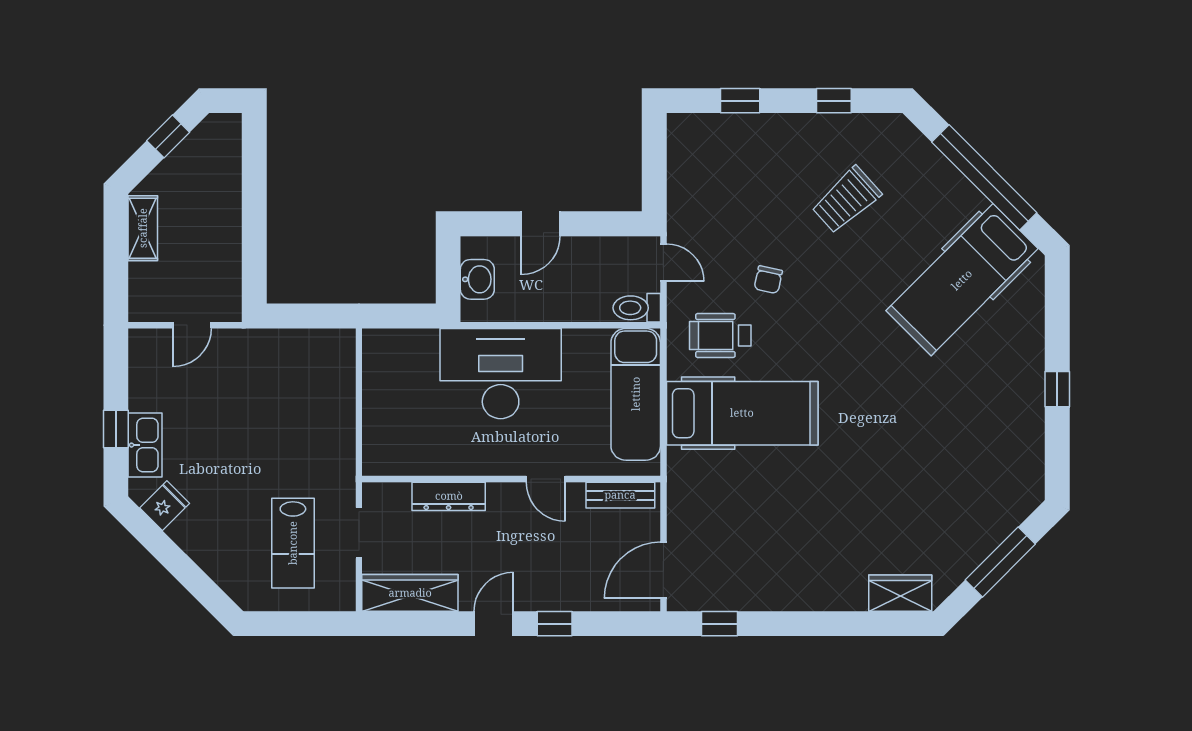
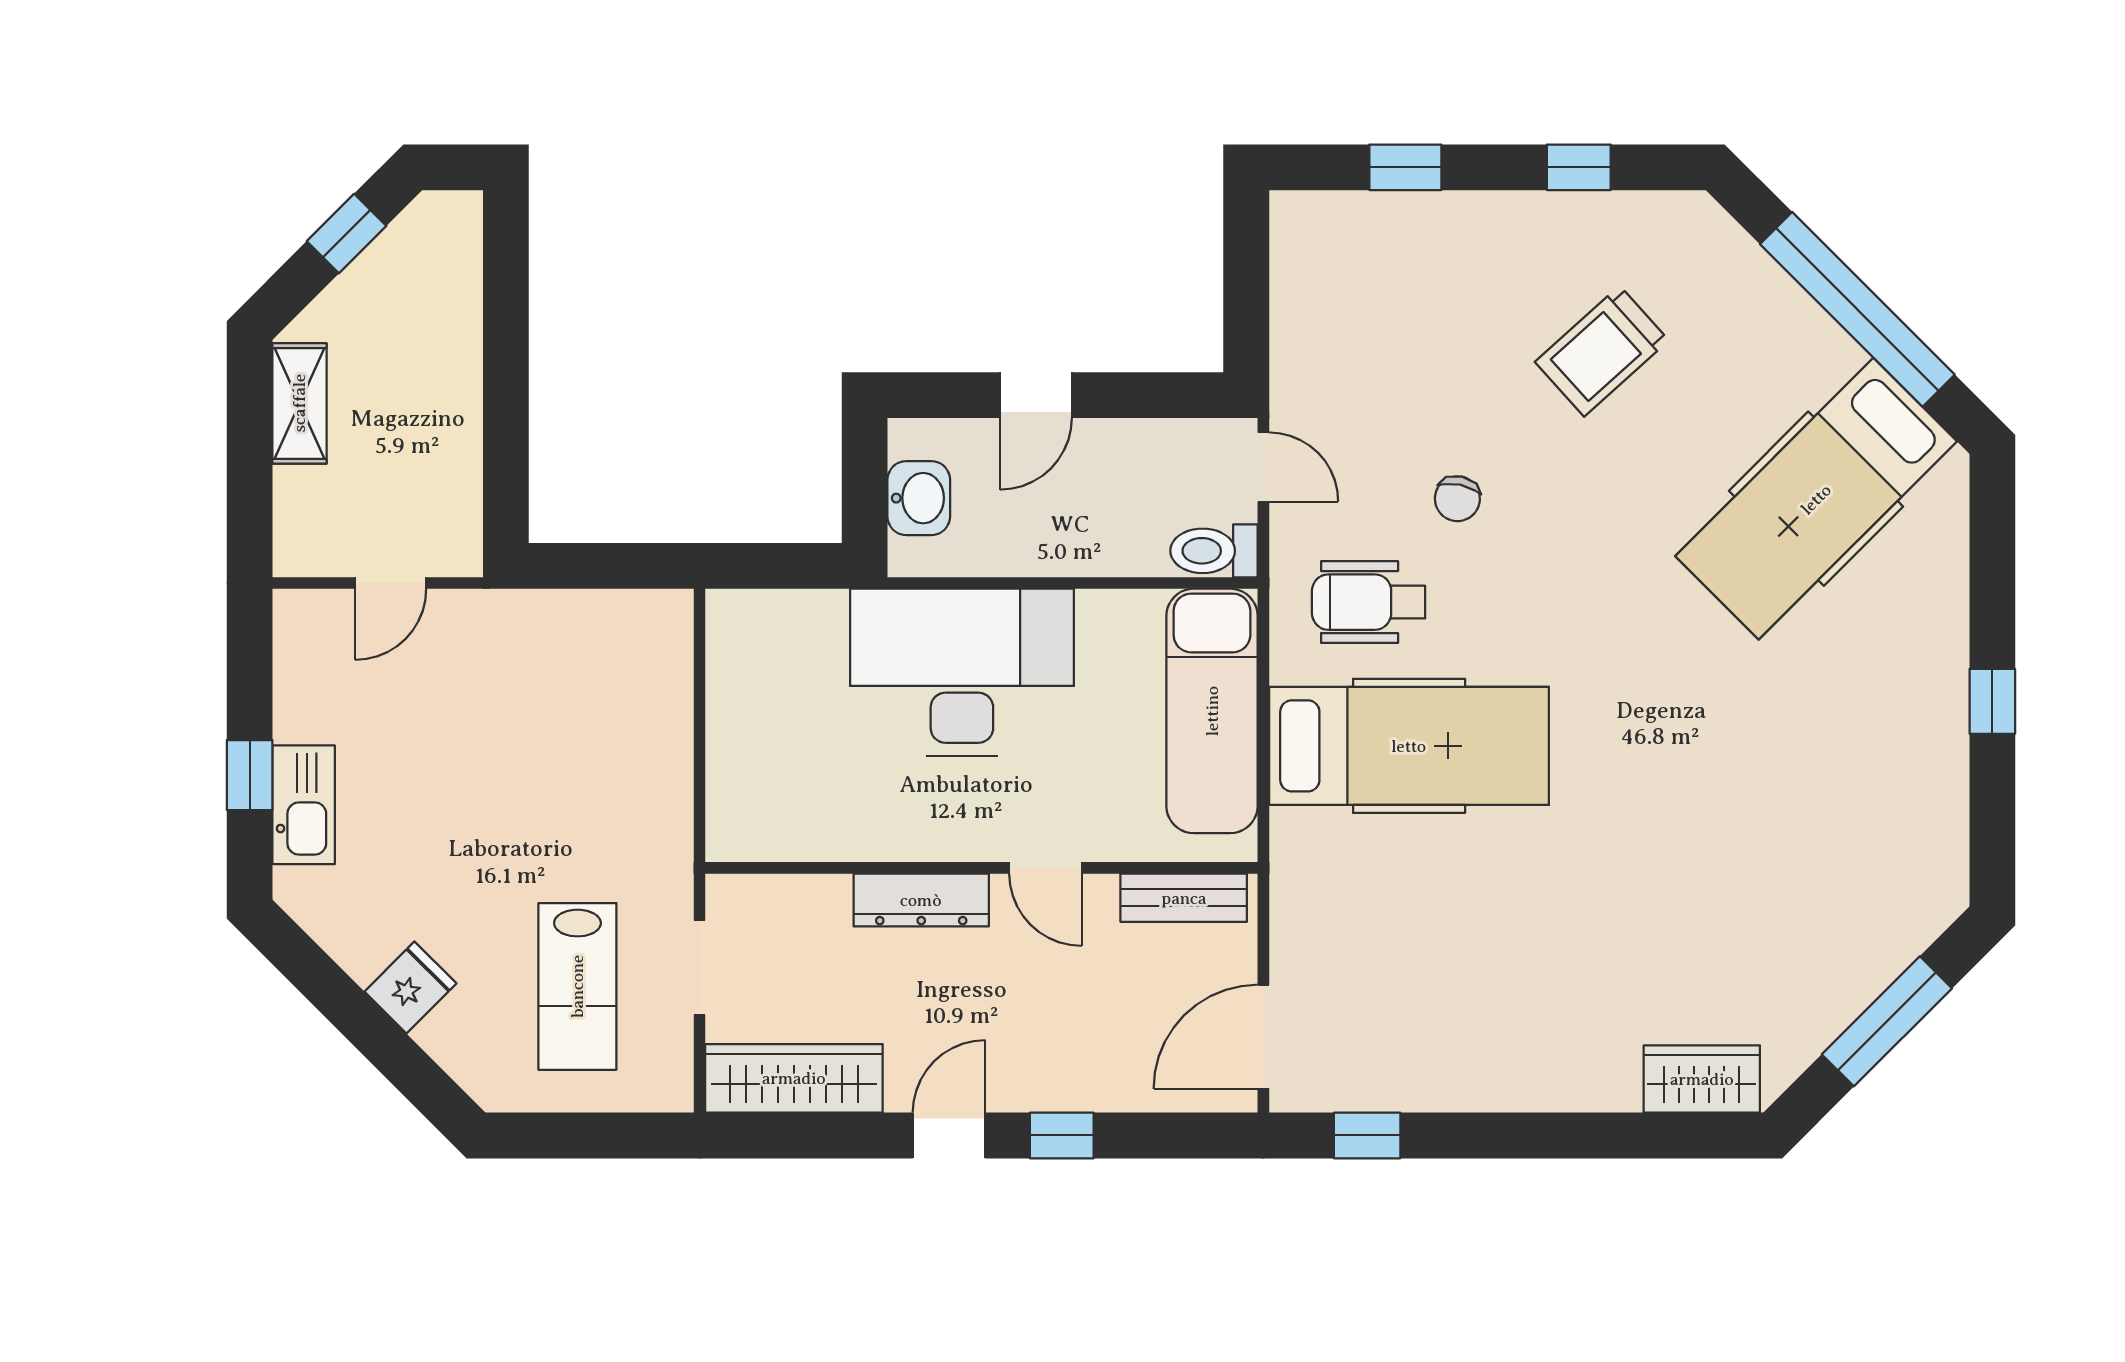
dresser: (449, 496) -> (921, 900), moved
fridge: (165, 506) -> (410, 987), moved

